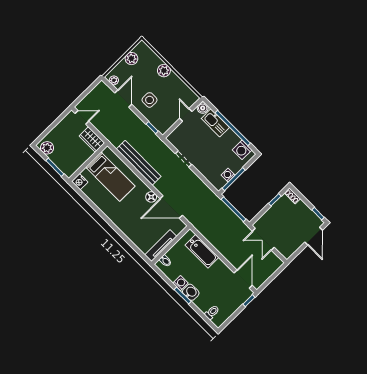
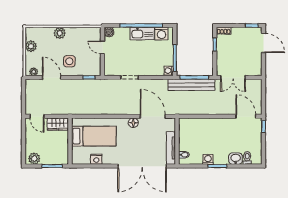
door: (82, 117) -> (37, 116), swing flipped
kitchen sink: (215, 123) -> (142, 33), moved
bench: (139, 163) -> (191, 85), moved
washing machine: (228, 175) -> (169, 71), moved
nightstand: (80, 182) -> (96, 159), moved
door: (171, 207) -> (153, 116), swing flipped
double door: (125, 237) -> (142, 166), added
bathtub: (202, 251) -> (201, 125), removed
washbasin: (191, 292) -> (236, 159), moved

